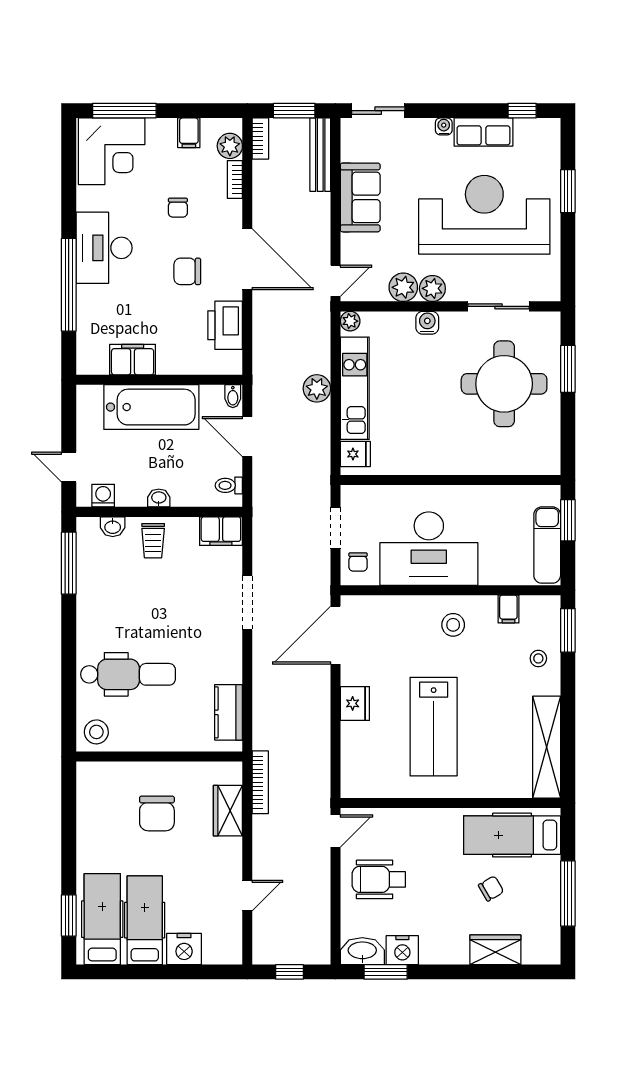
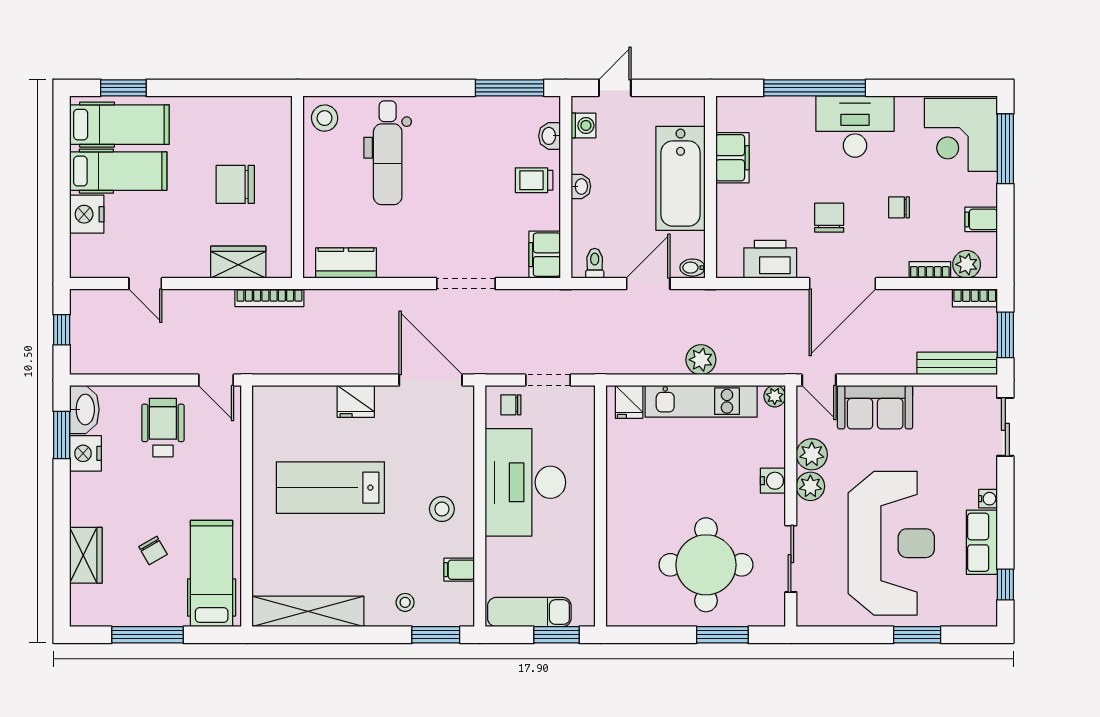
sofa: (360, 197) -> (875, 407), moved

